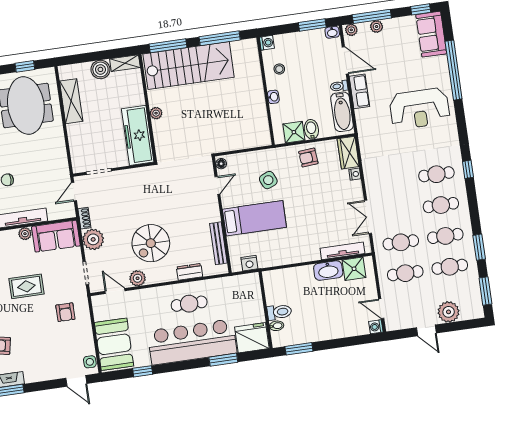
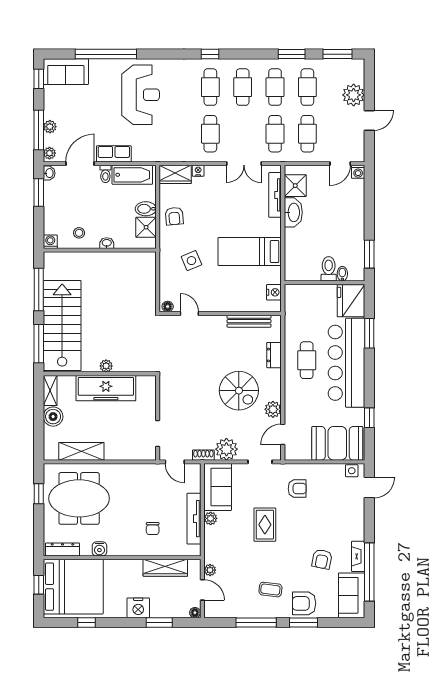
freezer: (138, 135) -> (106, 388), moved
cafe table: (392, 181) -> (210, 134), added
bed: (254, 218) -> (250, 252), moved, turned -90

